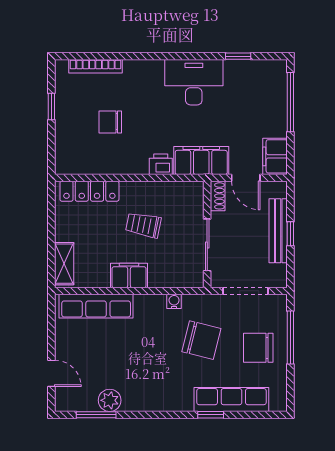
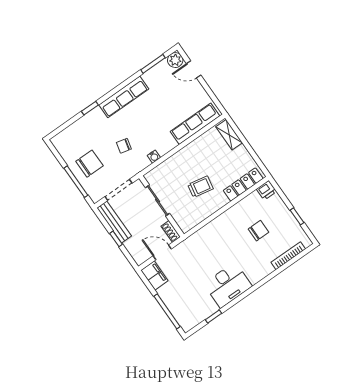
filing cabinet: (201, 160) -> (194, 245), removed
printer: (161, 164) -> (267, 190), moved
bench: (278, 231) -> (114, 222), moved
filing cabinet: (129, 275) -> (189, 153), removed
chair: (201, 340) -> (124, 146), width x0.54, depth x0.54
plant: (110, 400) -> (175, 60), moved
row of seats: (231, 400) -> (124, 97), moved

